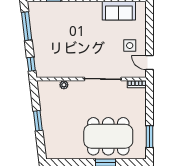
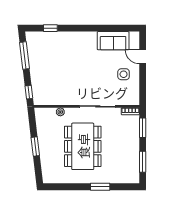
door: (150, 63) -> (143, 57), moved
window: (150, 101) -> (143, 128), added
dining table: (108, 136) -> (83, 146), moved, turned 90

